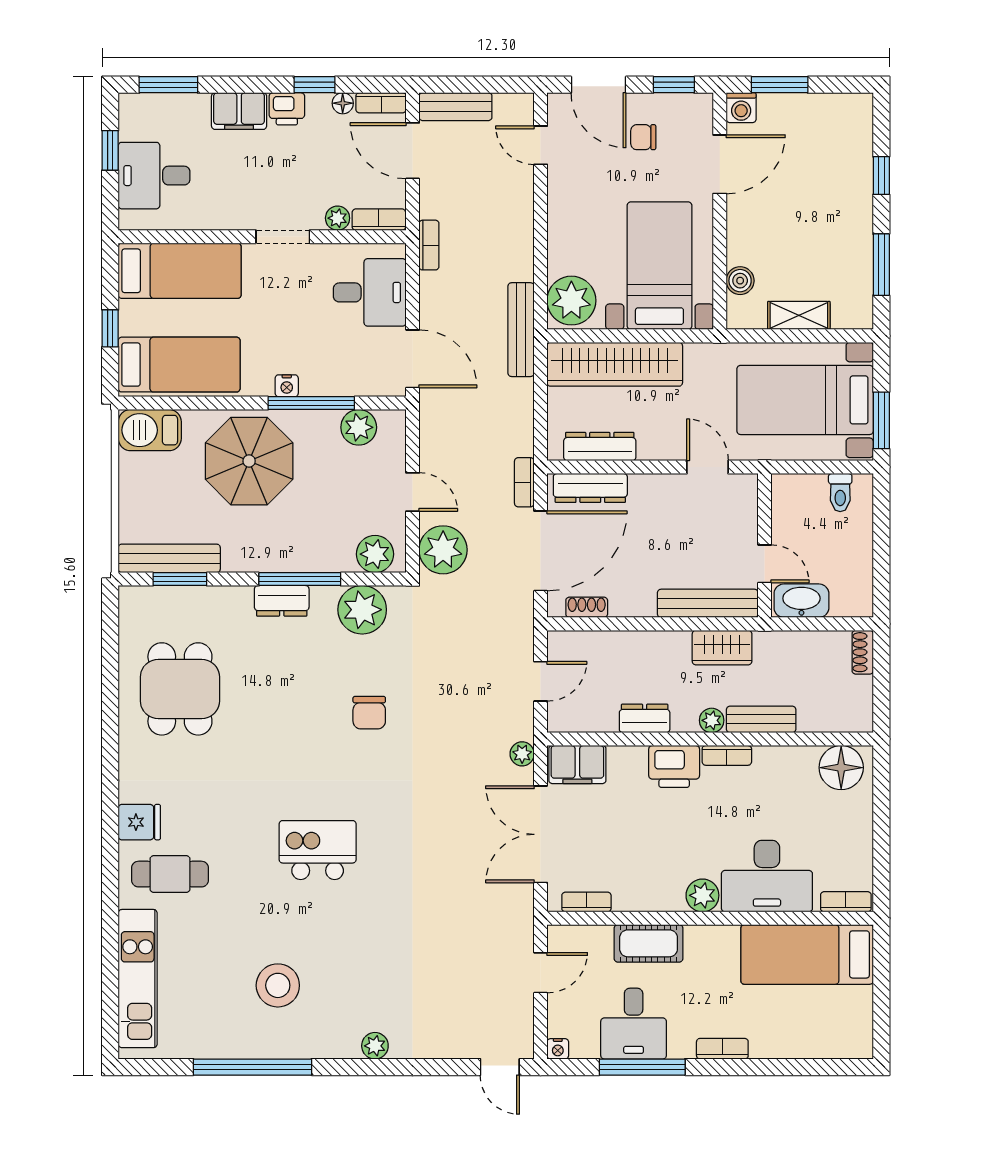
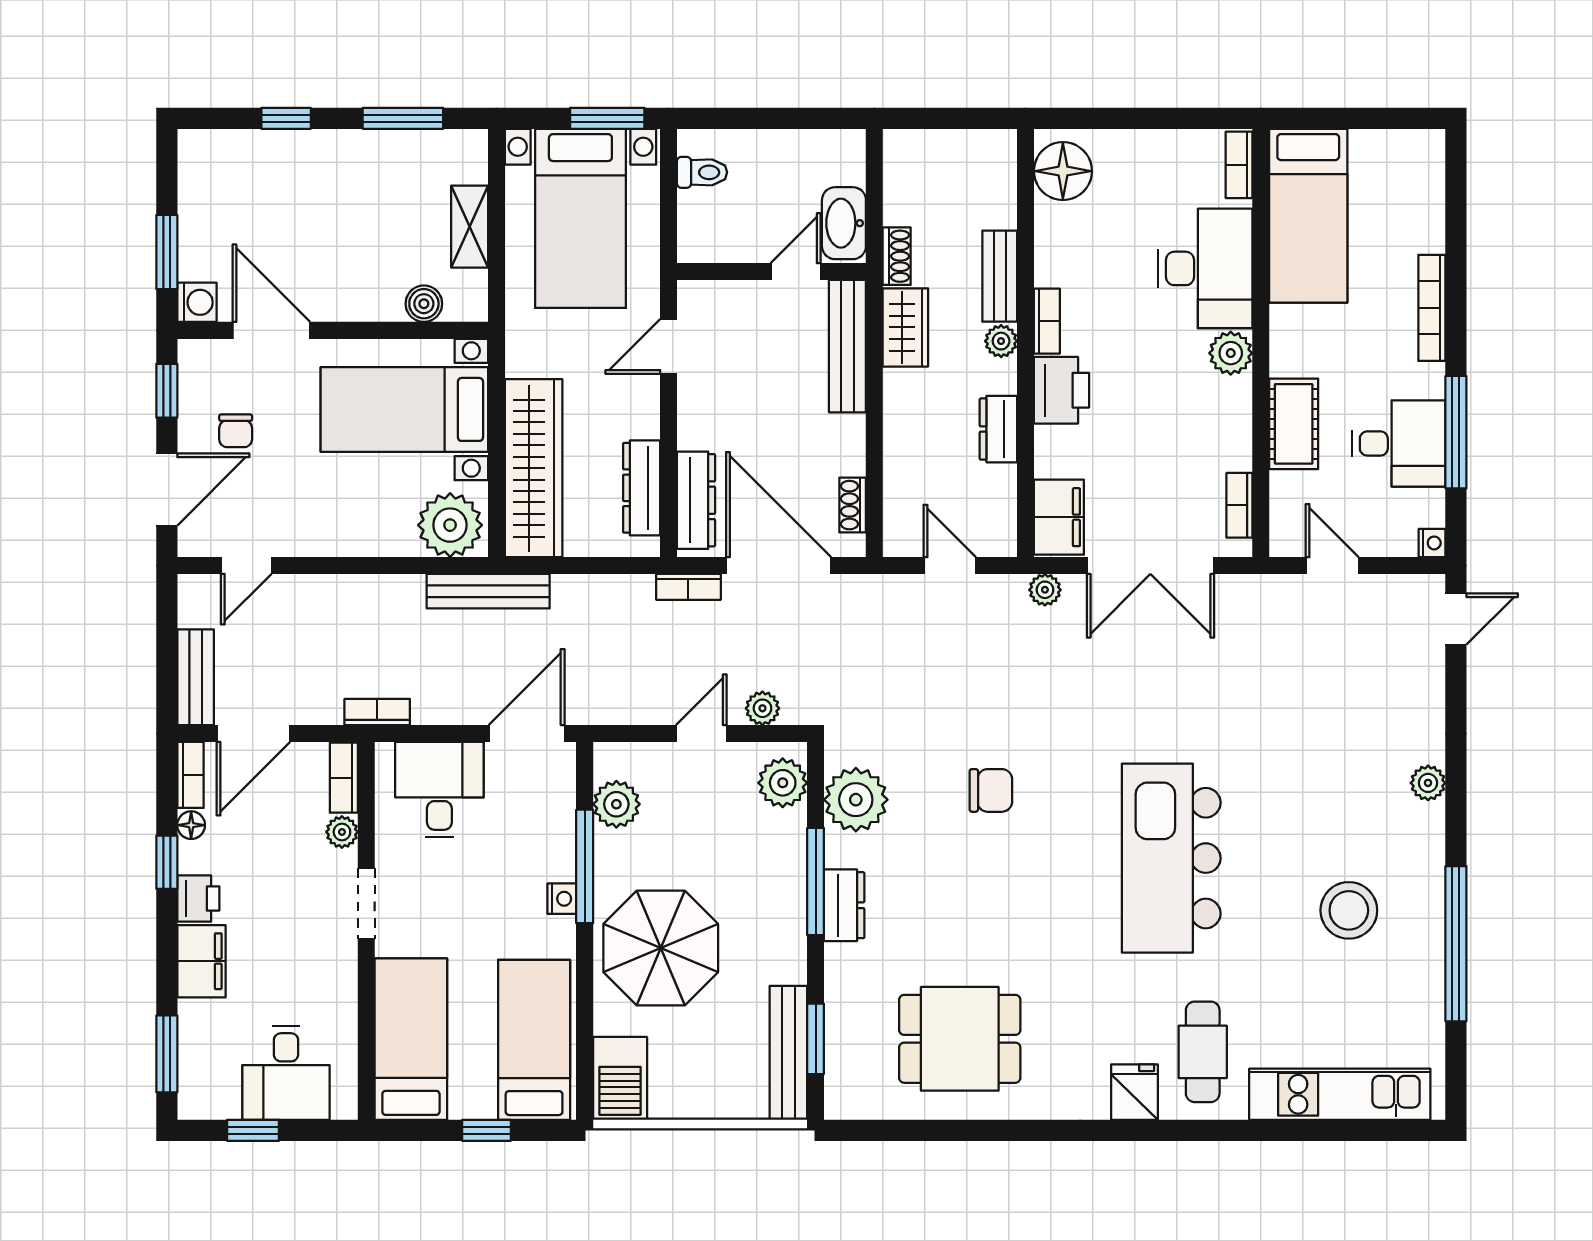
plant: (443, 550) -> (762, 708), width x0.53, depth x0.53
shoe rack: (863, 652) -> (897, 256), moved, turned -90
kitchen island: (318, 850) -> (1171, 858), width x1.87, depth x1.28
bookcase: (722, 1049) -> (1432, 308), width x1.56

